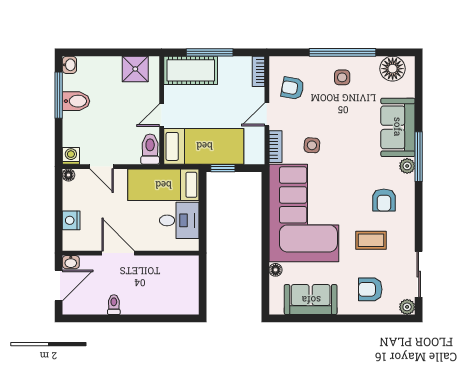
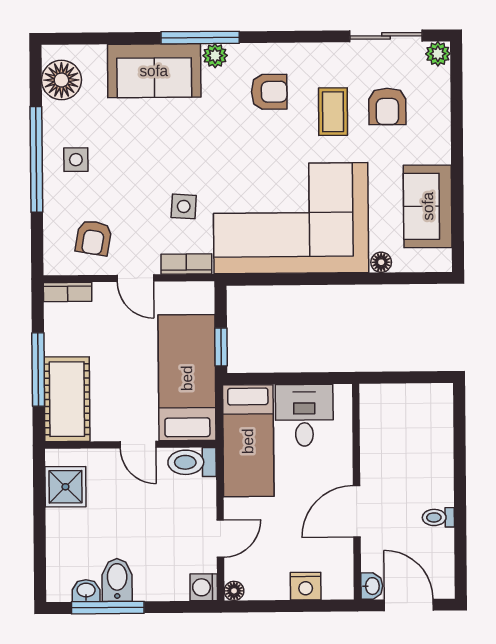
washbasin: (69, 65) -> (86, 591), moved
armchair: (370, 289) -> (387, 106), moved

